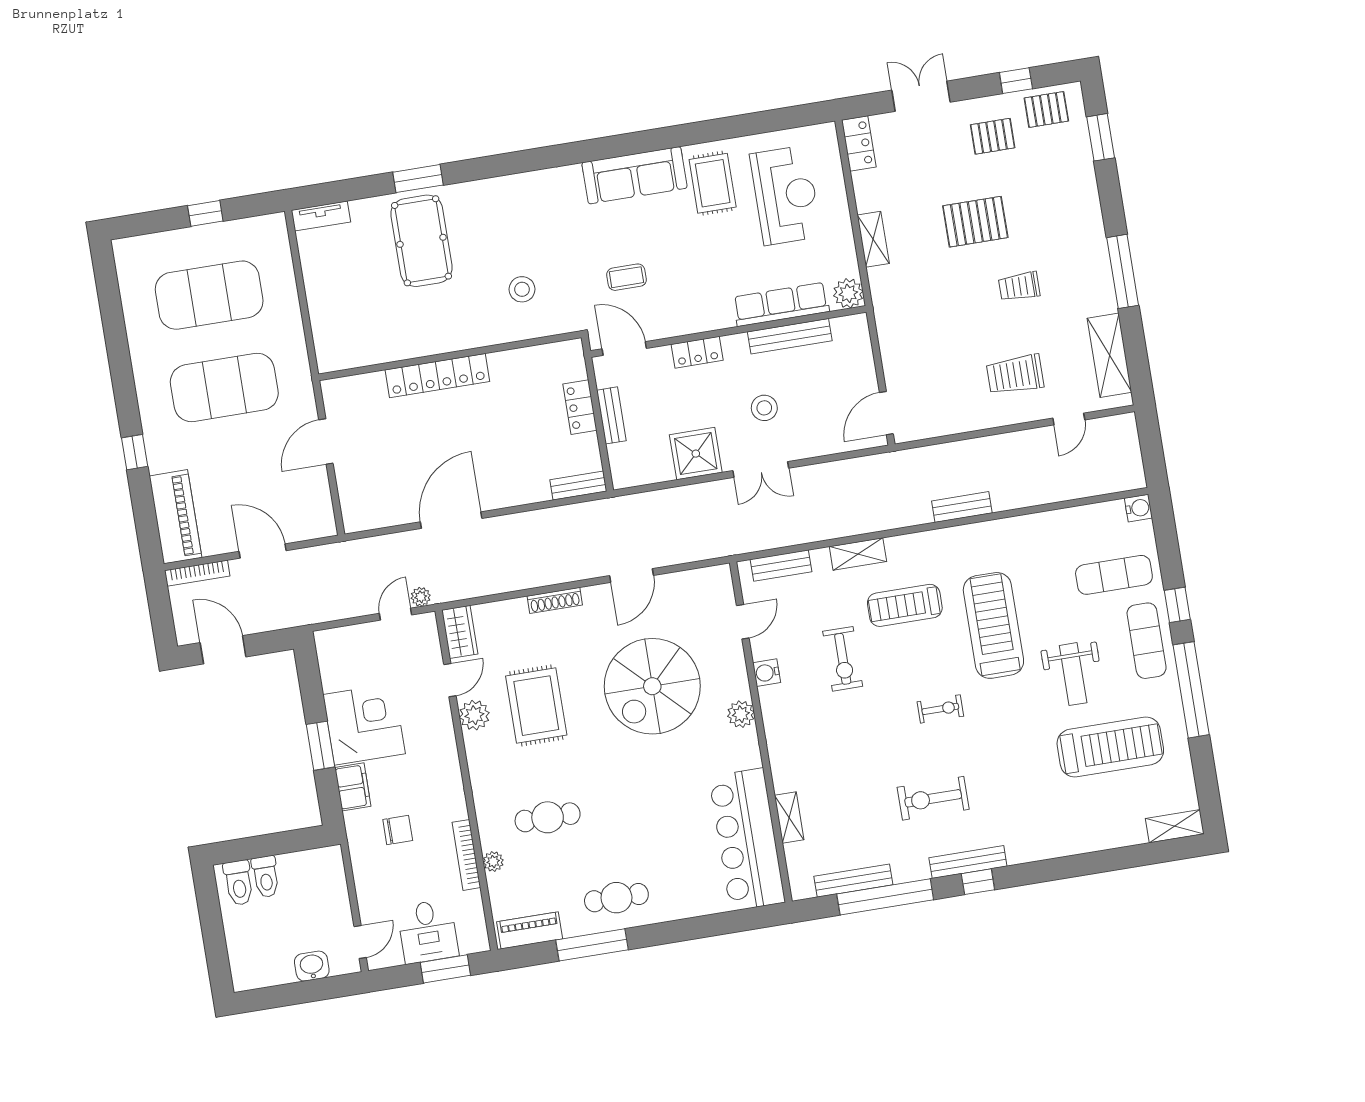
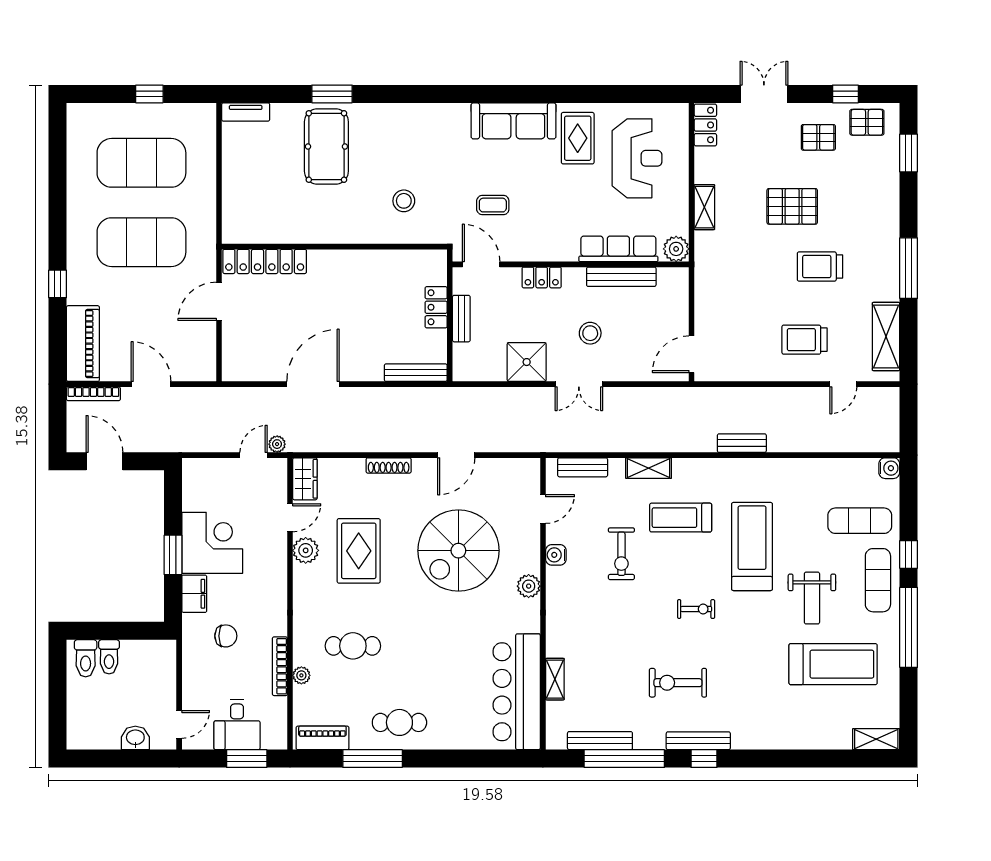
trolley: (1019, 286) -> (820, 267), width x1.36, depth x1.39
locker: (437, 376) -> (265, 261), moved
bench: (578, 486) -> (416, 373), width x1.36

